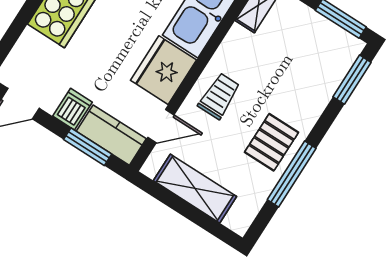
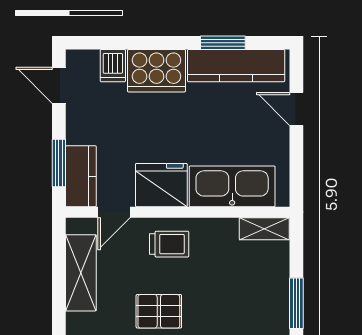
dishwasher: (72, 109) -> (113, 66), moved, turned 90
door: (161, 126) -> (114, 212), hinge flipped

